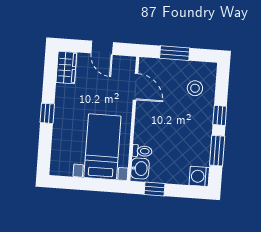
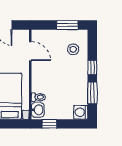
window: (175, 53) -> (67, 25), moved

